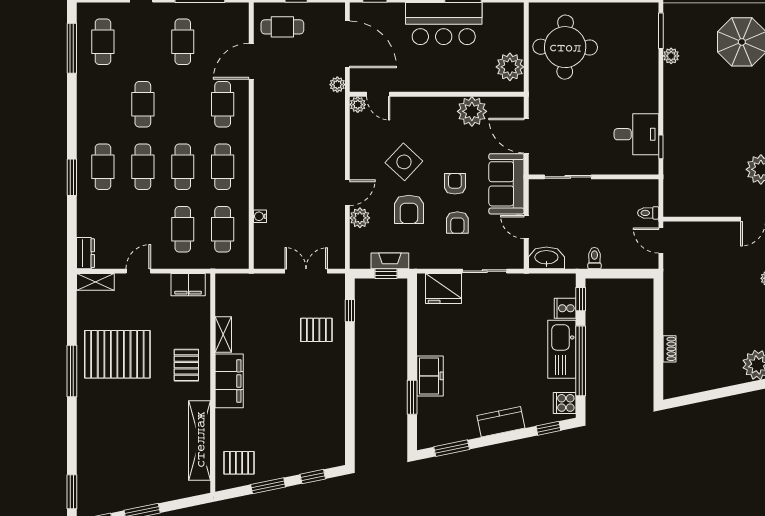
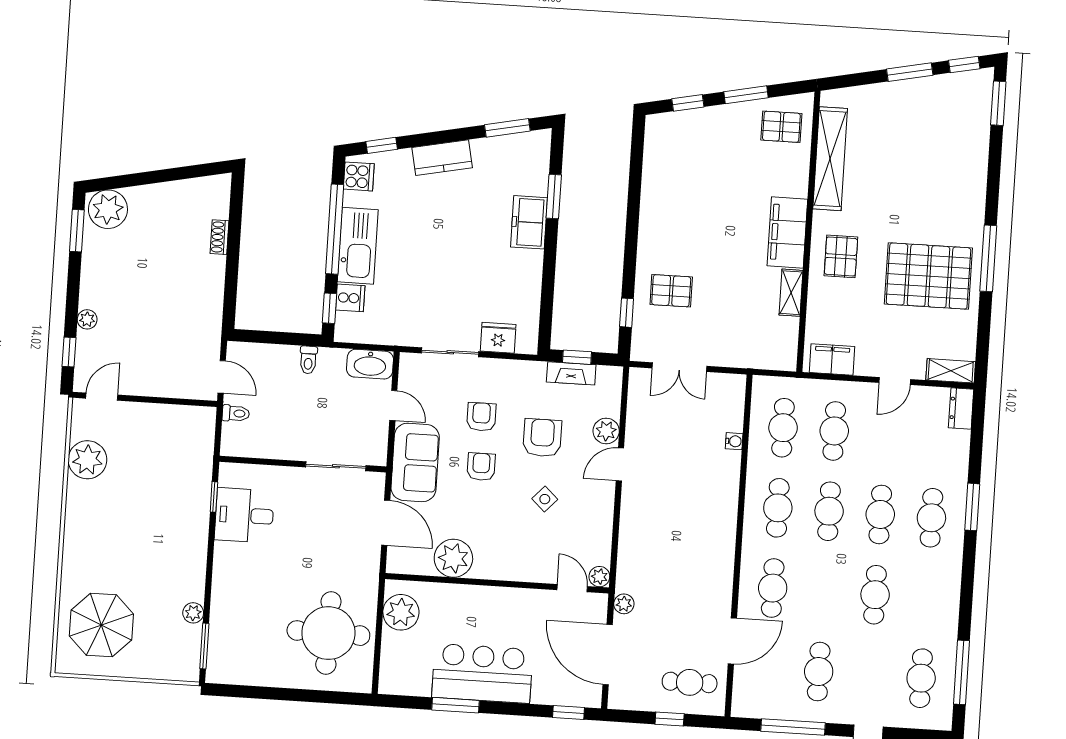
side table: (404, 162) -> (545, 499), width x0.54, depth x0.54
armchair: (455, 184) -> (481, 467), turned 180
fridge: (444, 289) -> (498, 338), width x0.73, depth x0.75

